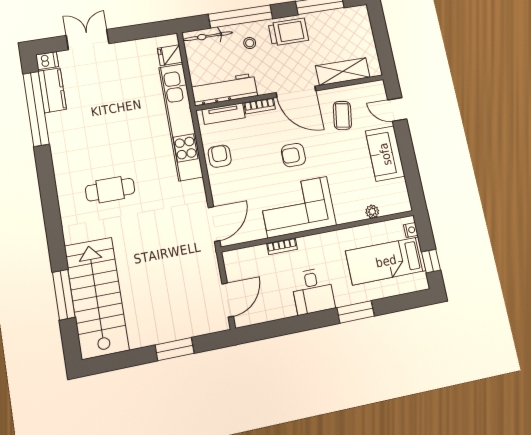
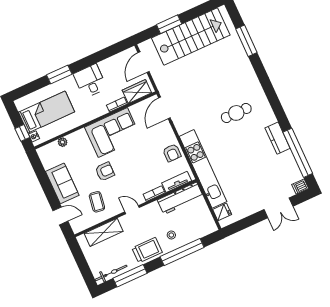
trolley: (288, 32) -> (147, 250), turned 180
bicycle: (208, 36) -> (111, 273), moved
kitchen counter: (52, 90) -> (278, 138), moved
door: (296, 92) -> (132, 210), width x0.53
armchair: (293, 155) -> (105, 171), moved
wardrobe: (248, 258) -> (137, 91), added
window: (431, 261) -> (22, 133), moved
stairs: (97, 298) -> (191, 36), moved, turned -90

